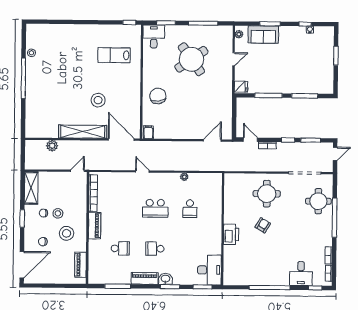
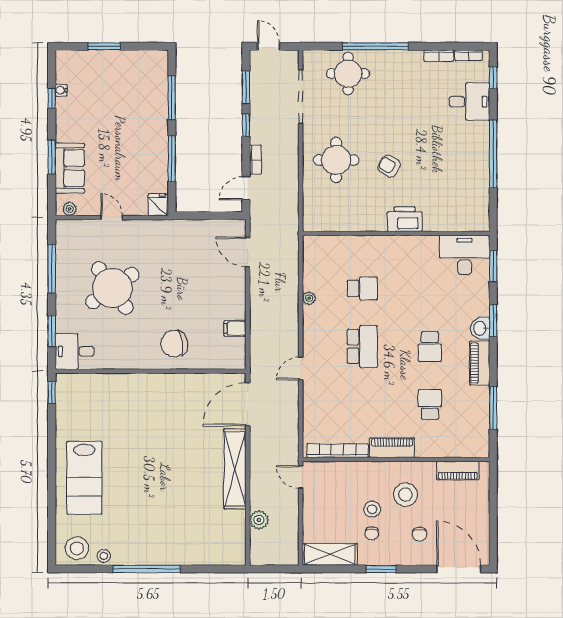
lab bench: (114, 55) -> (84, 478), moved, width x1.36, depth x1.39
stool: (98, 100) -> (77, 548), moved
filing cabinet: (148, 132) -> (235, 328), moved

